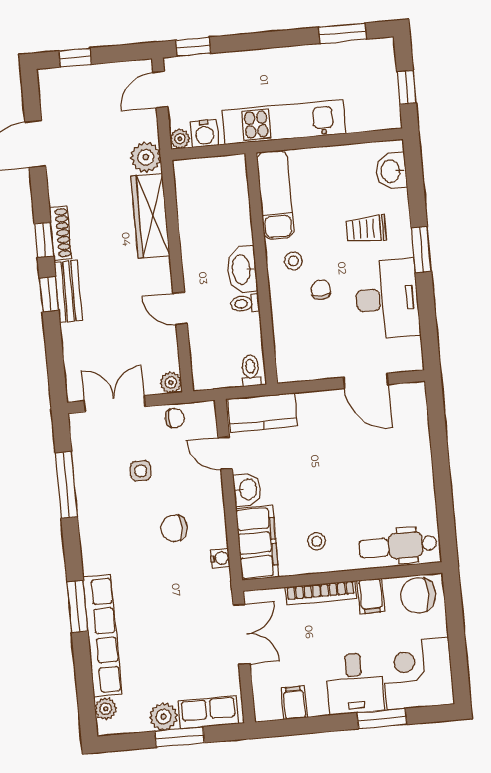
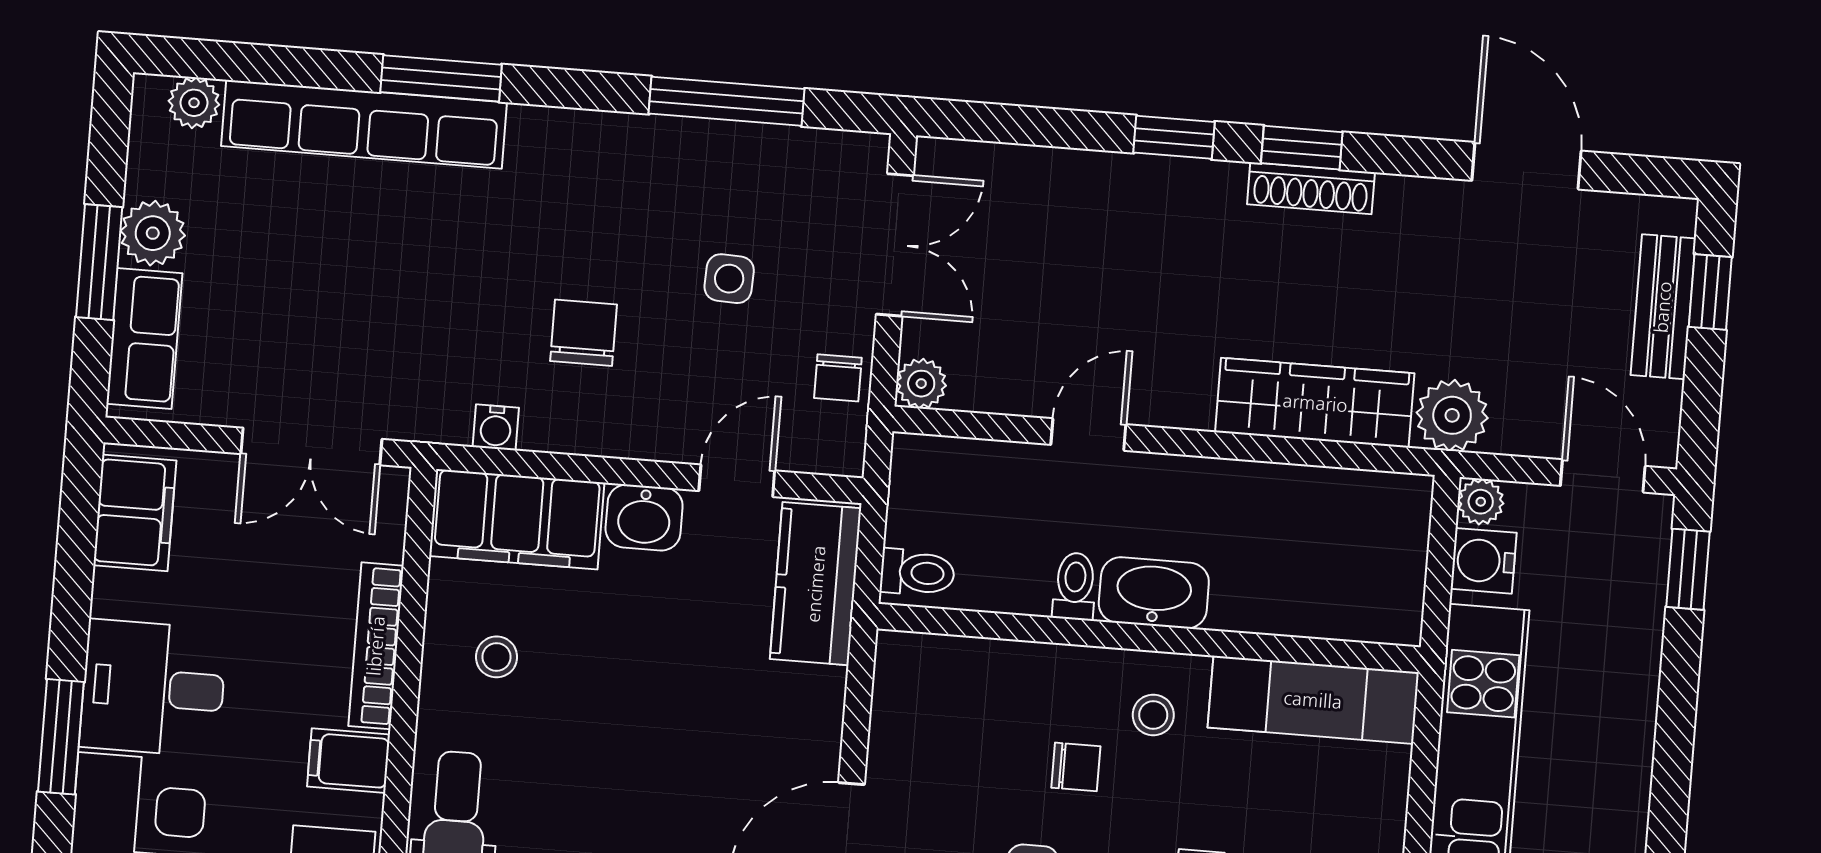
bench: (68, 291) -> (1663, 307), moved, turned 90
filing cabinet: (294, 703) -> (135, 513), width x2.00

